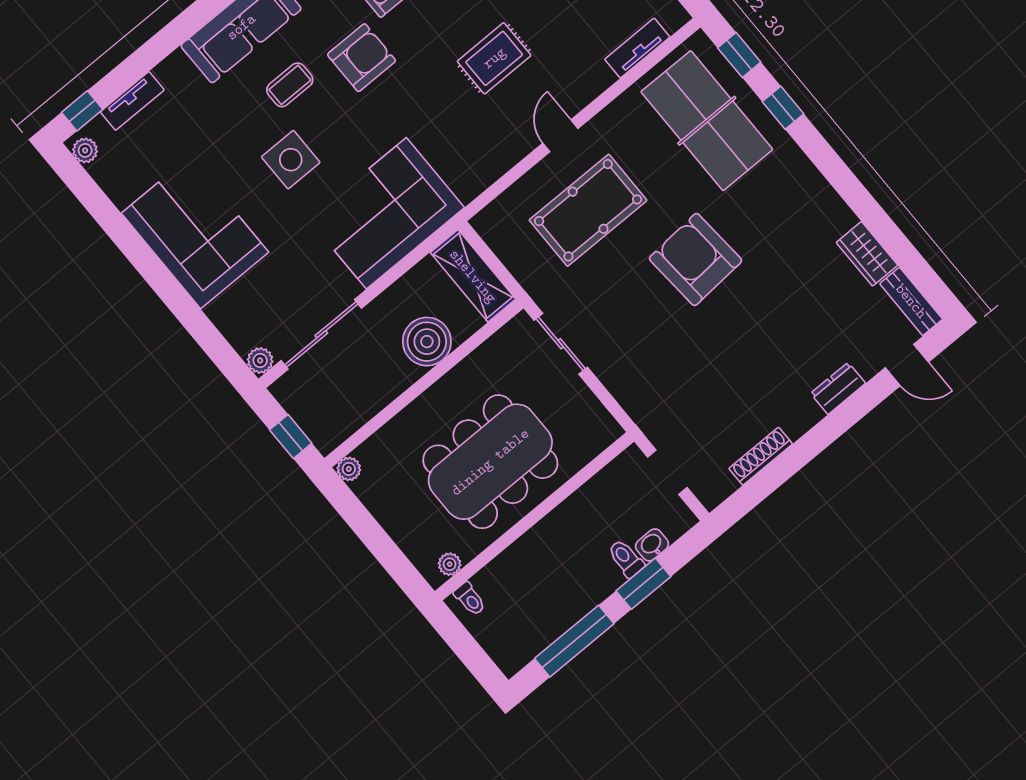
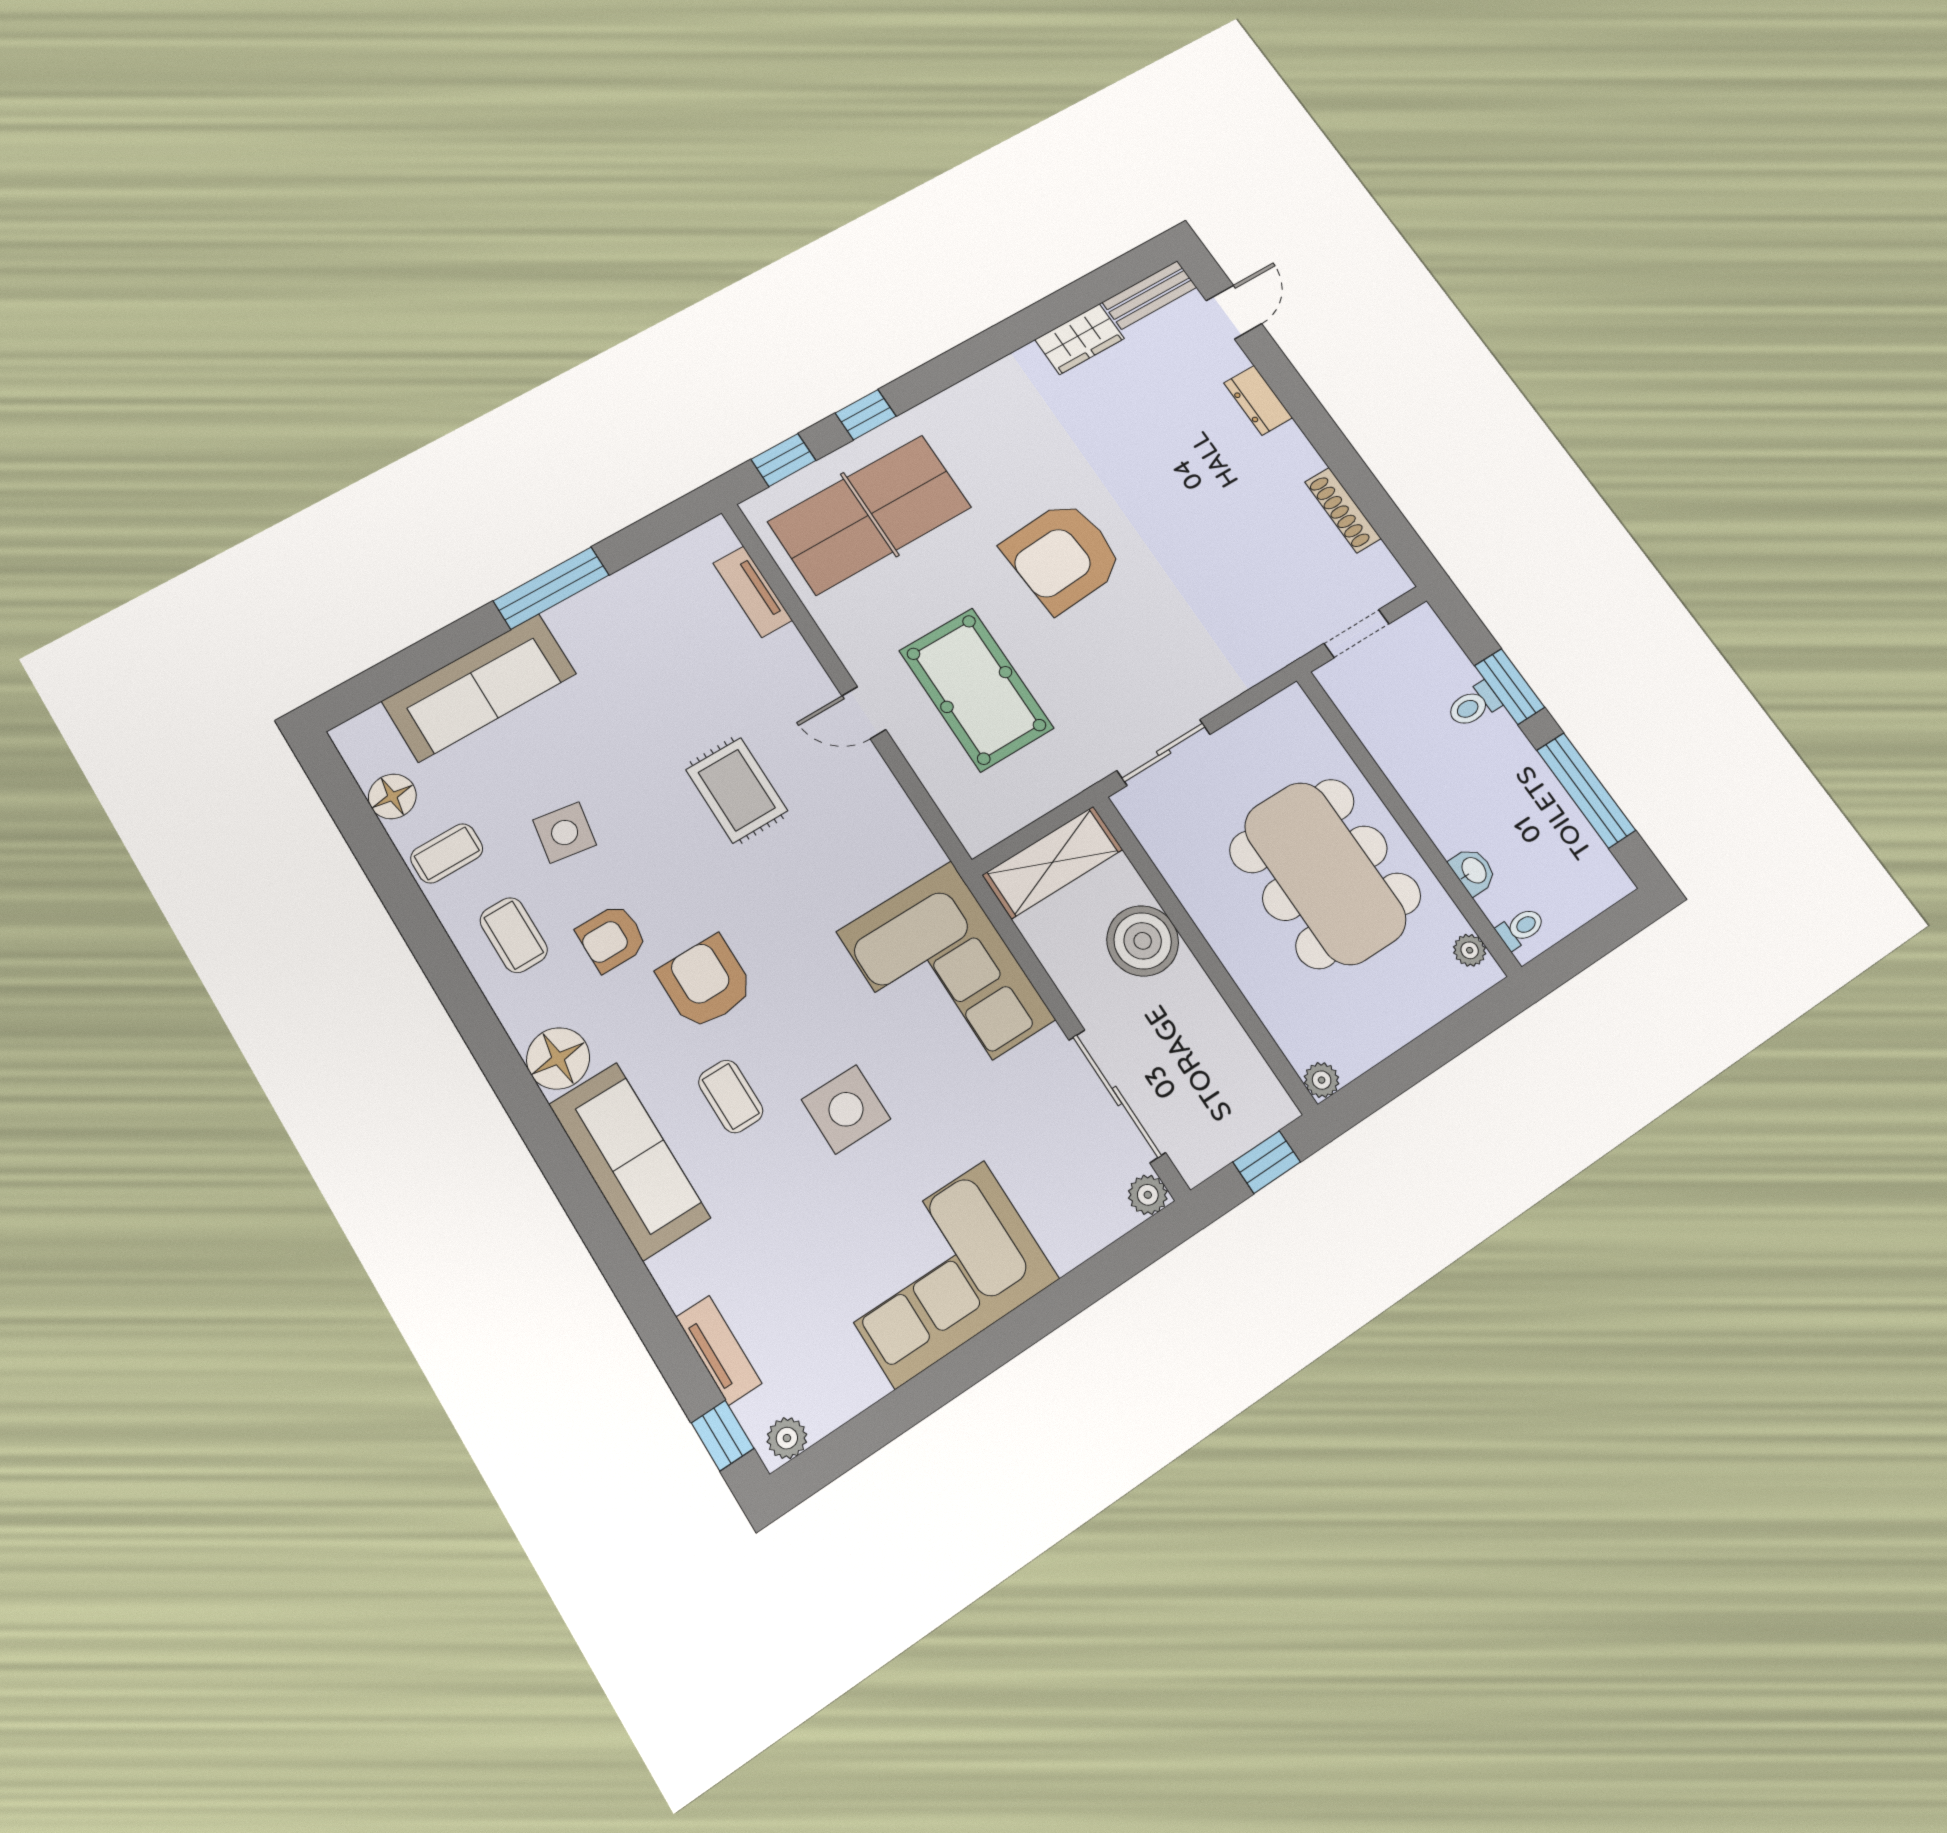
washbasin: (652, 545) -> (1473, 871), moved, turned 180

